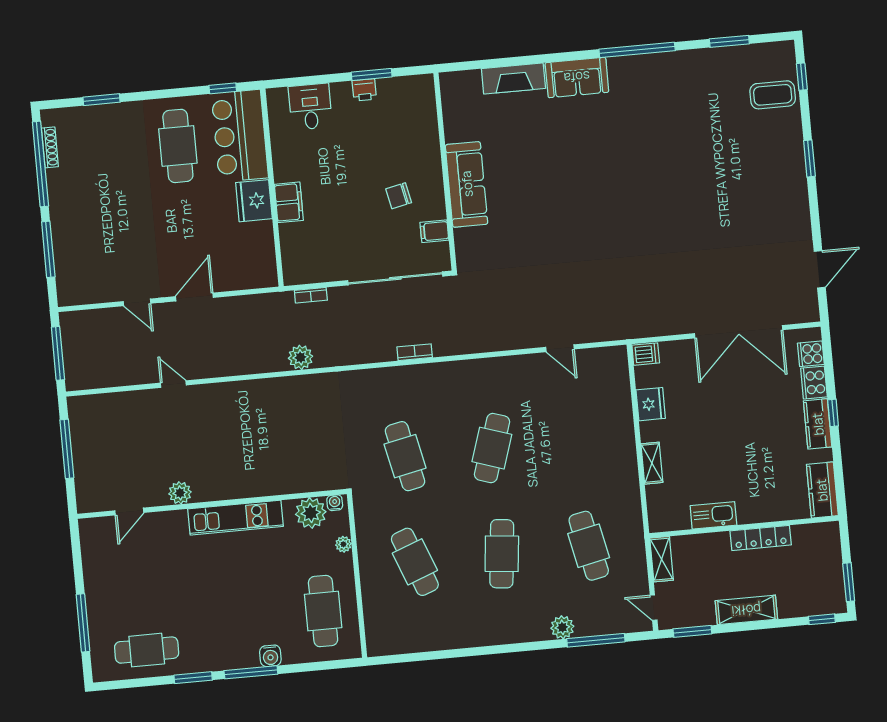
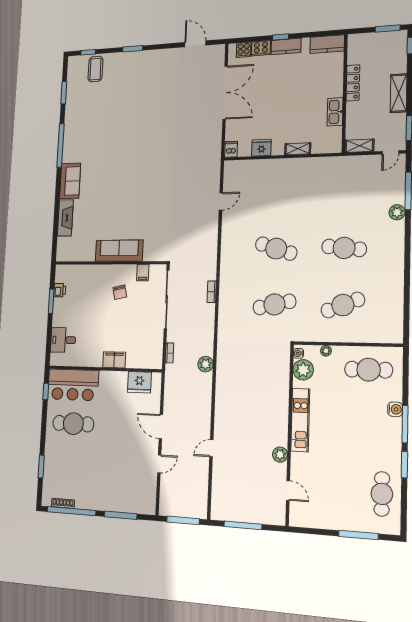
printer: (364, 90) -> (60, 290), moved
fridge: (254, 201) -> (139, 382), moved
cafe table: (589, 546) -> (345, 192), removed

